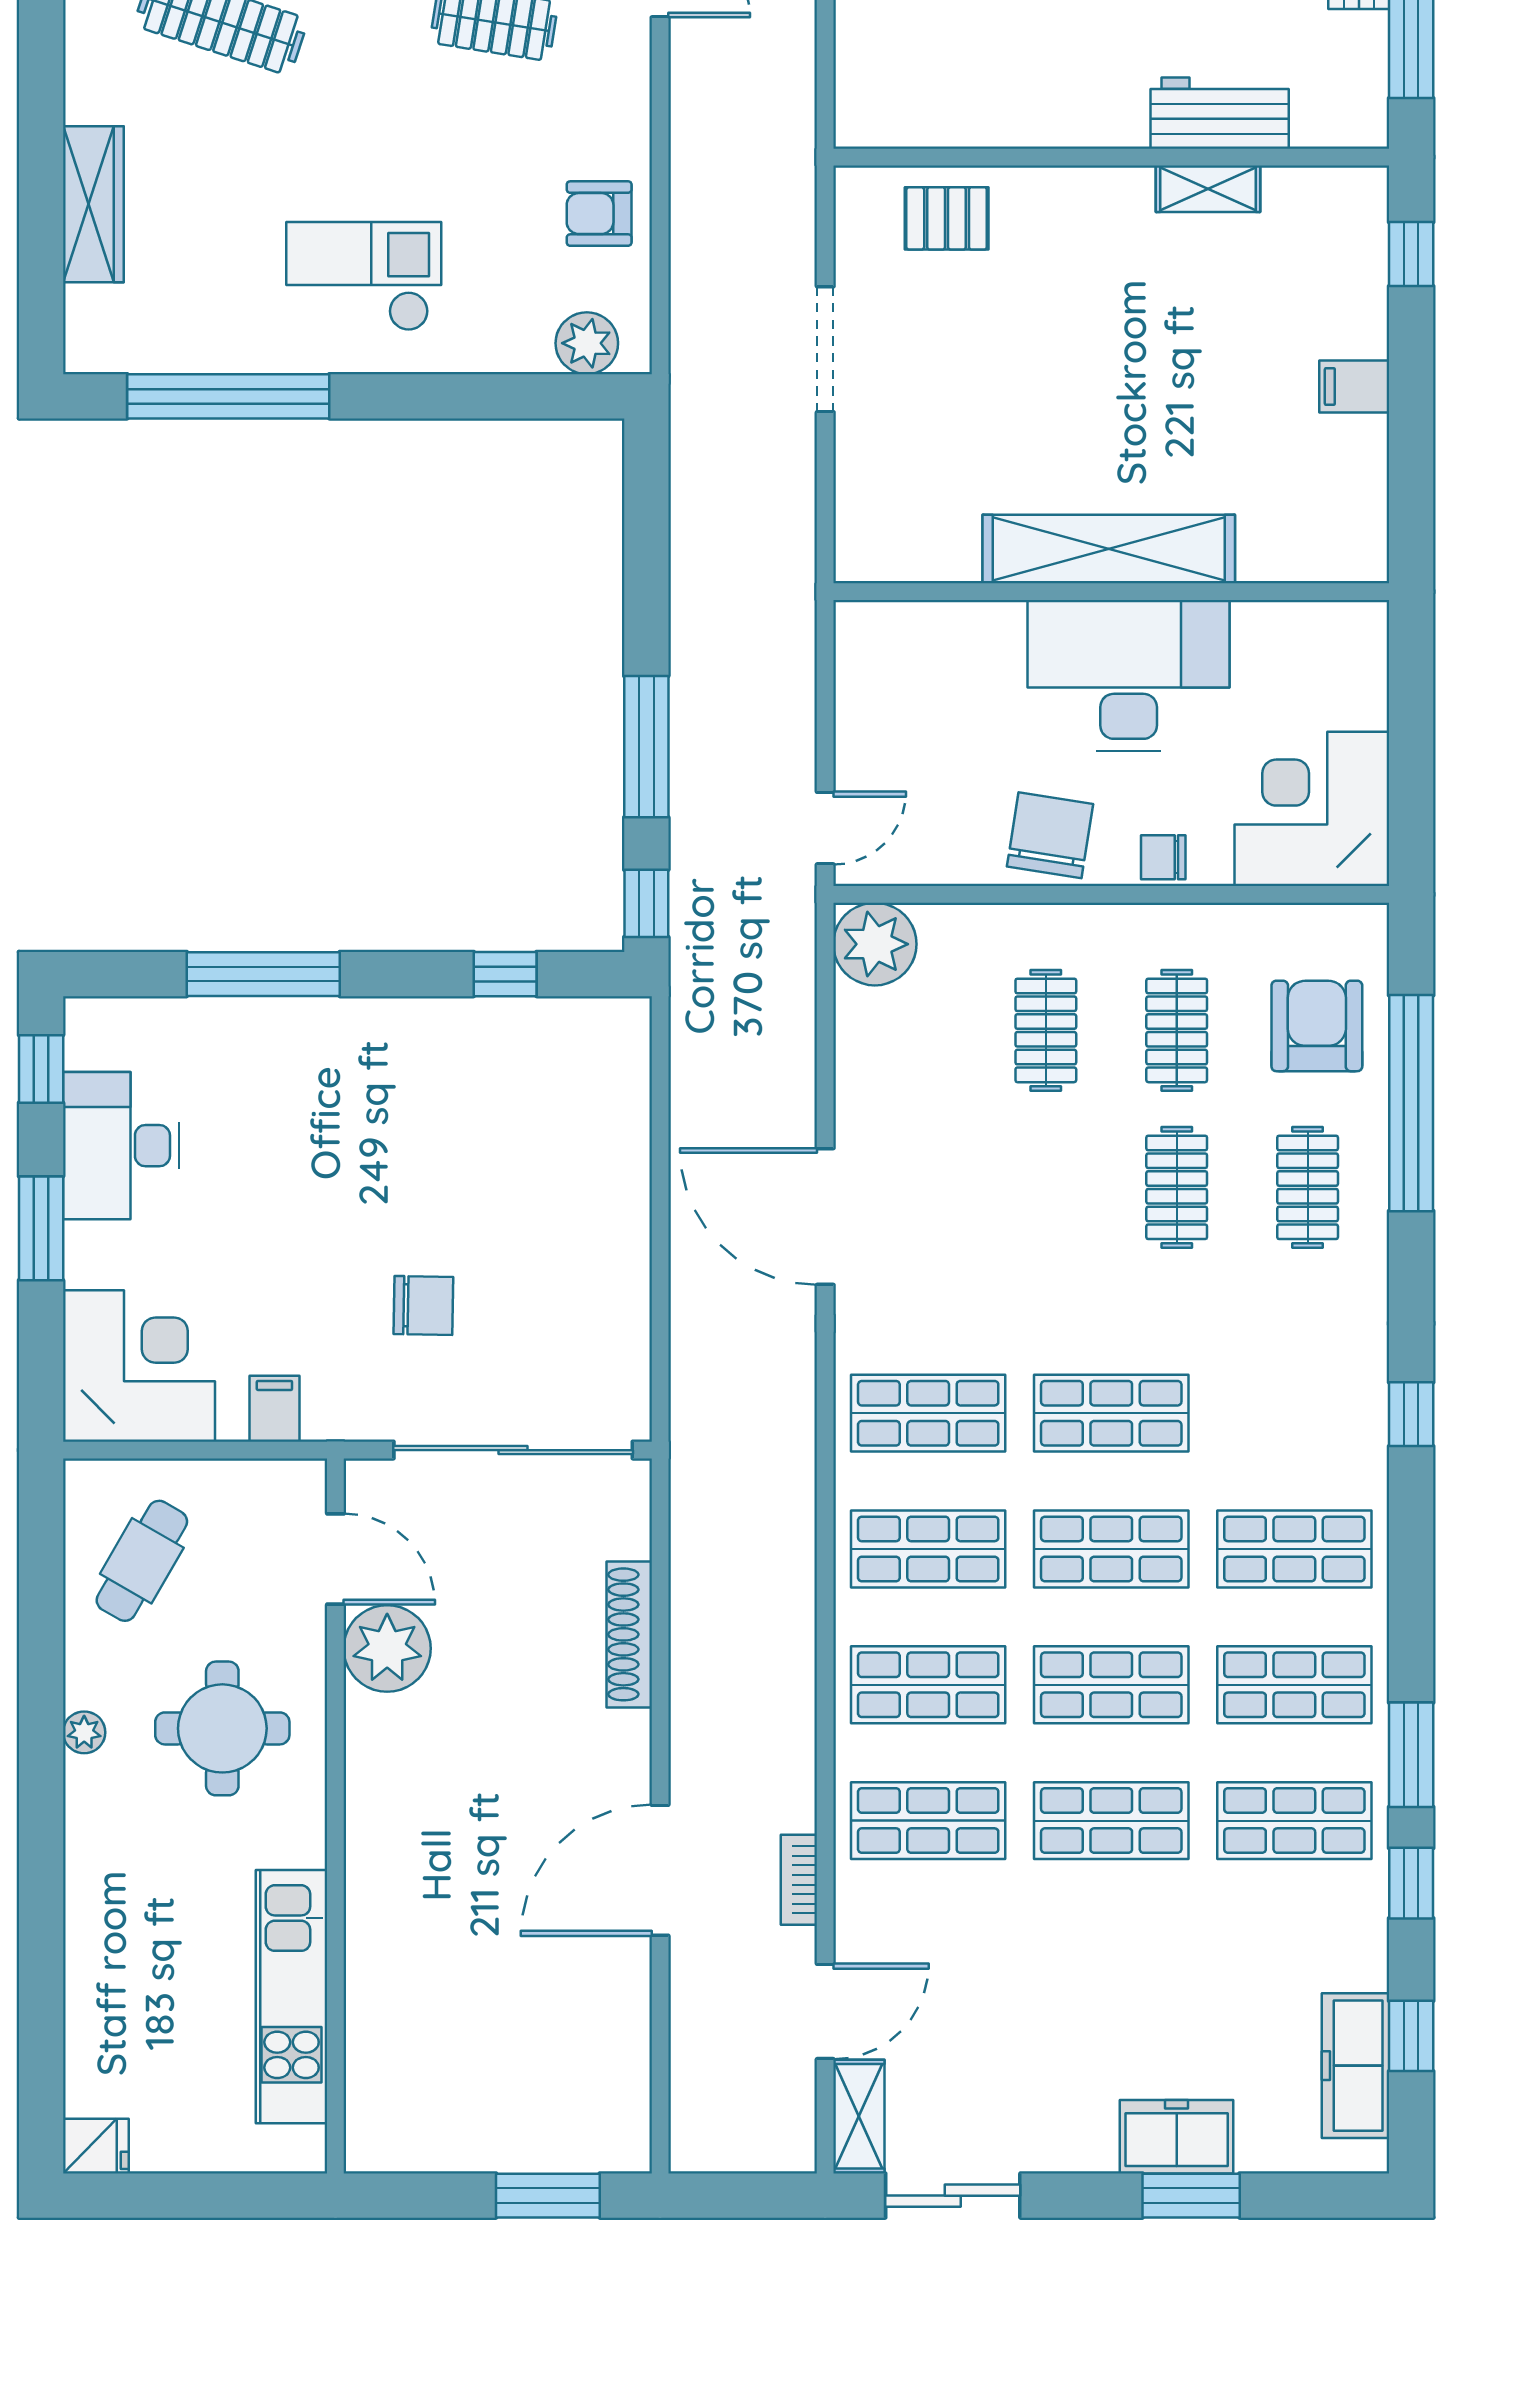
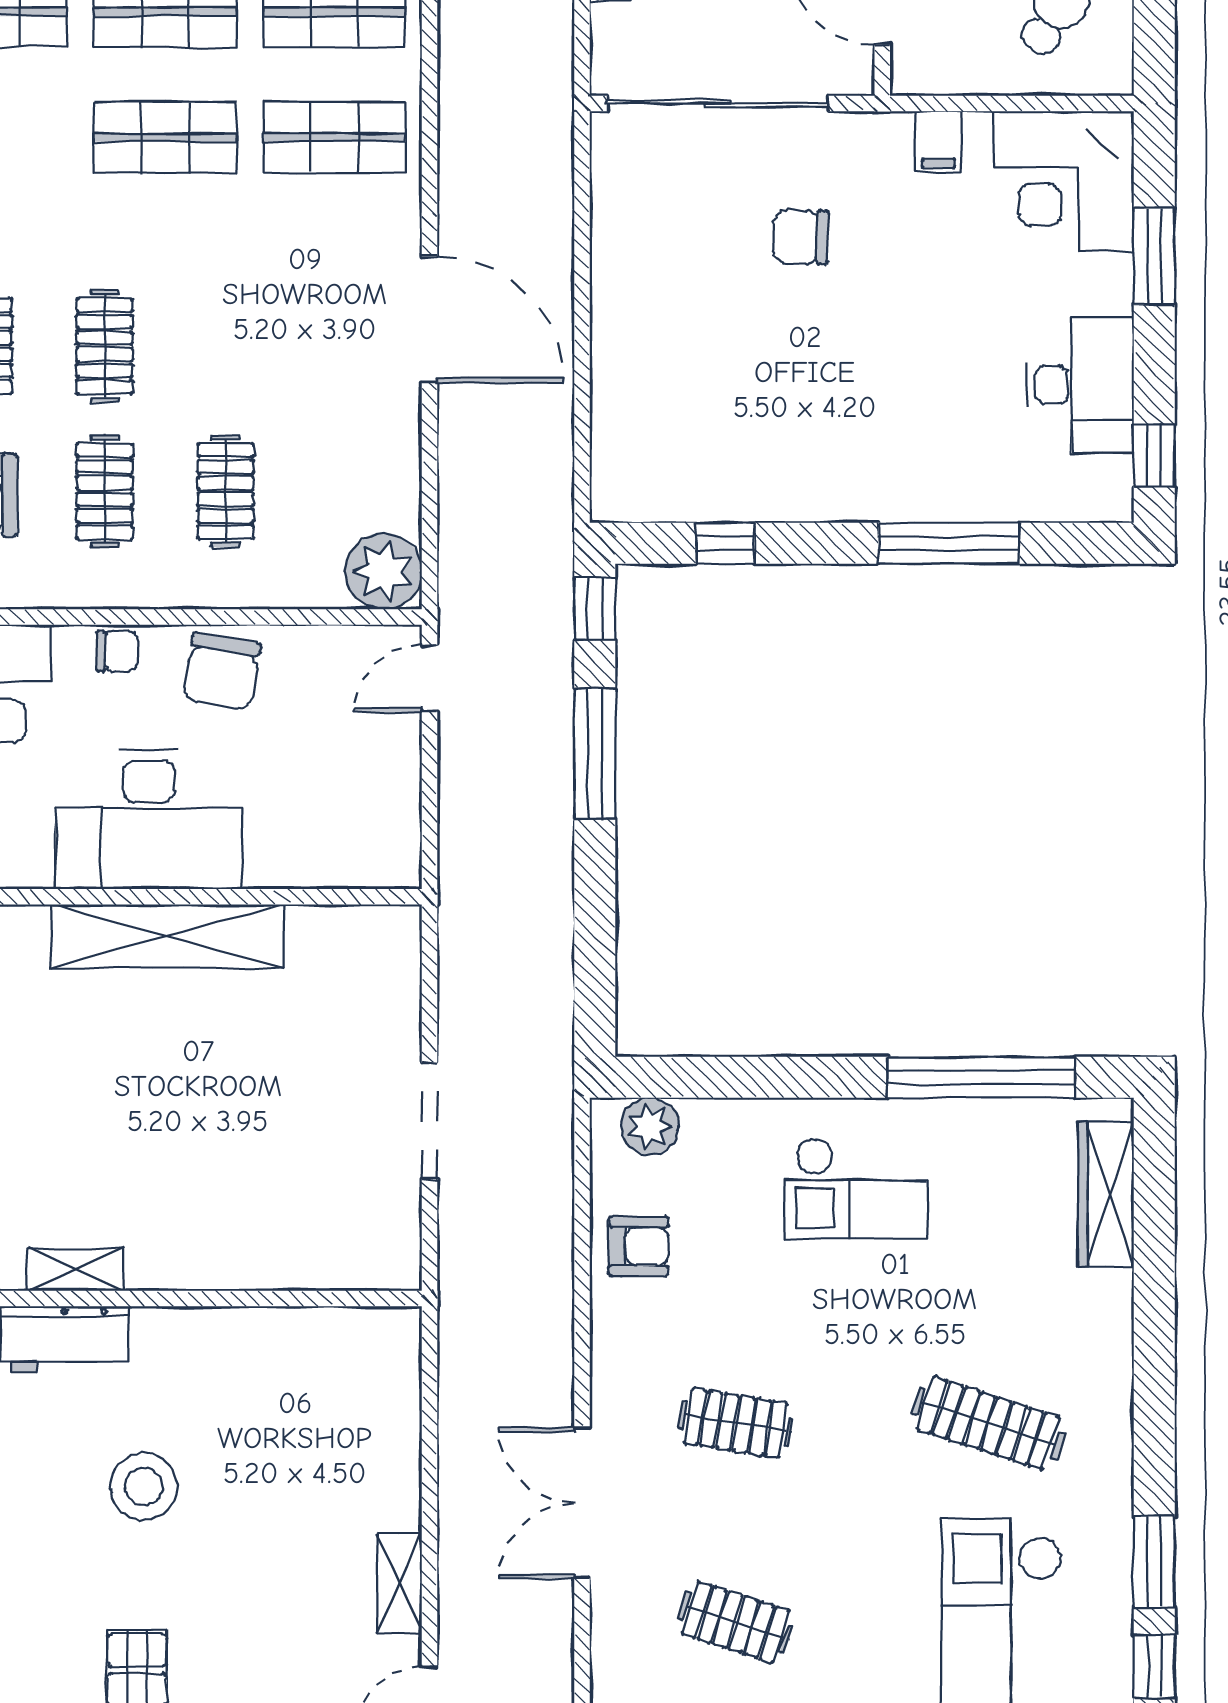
wardrobe: (93, 204) -> (1106, 1194), moved
pallet: (947, 218) -> (317, 1242), removed
window: (41, 1228) -> (1154, 256), moved

